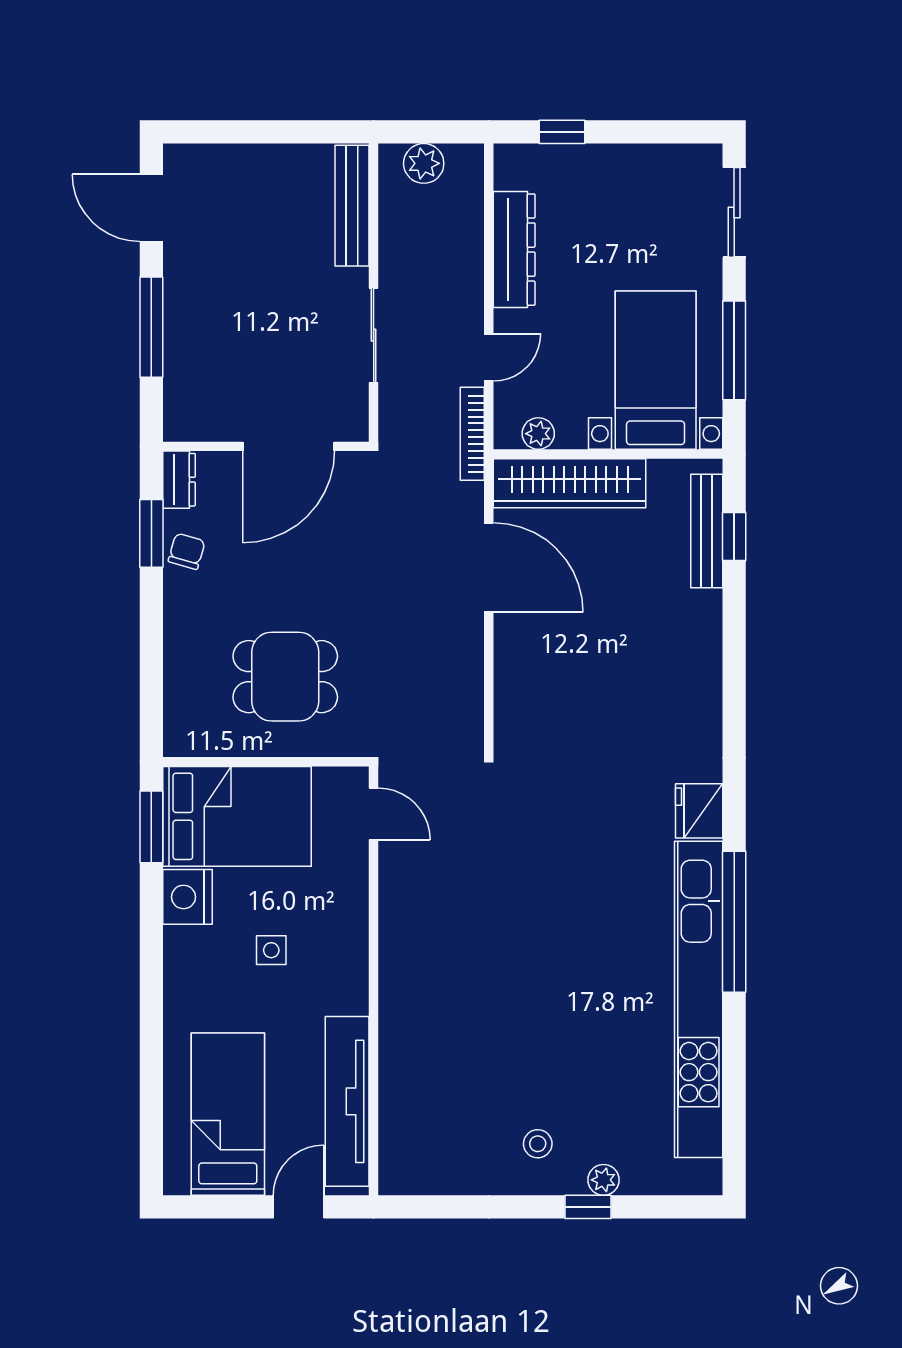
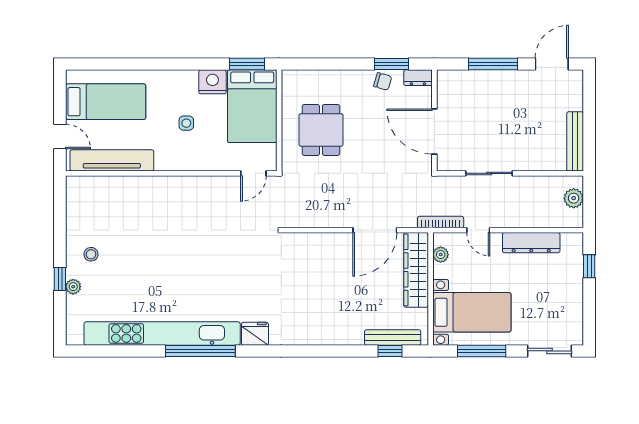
bench: (352, 206) -> (575, 141), moved, turned 90

